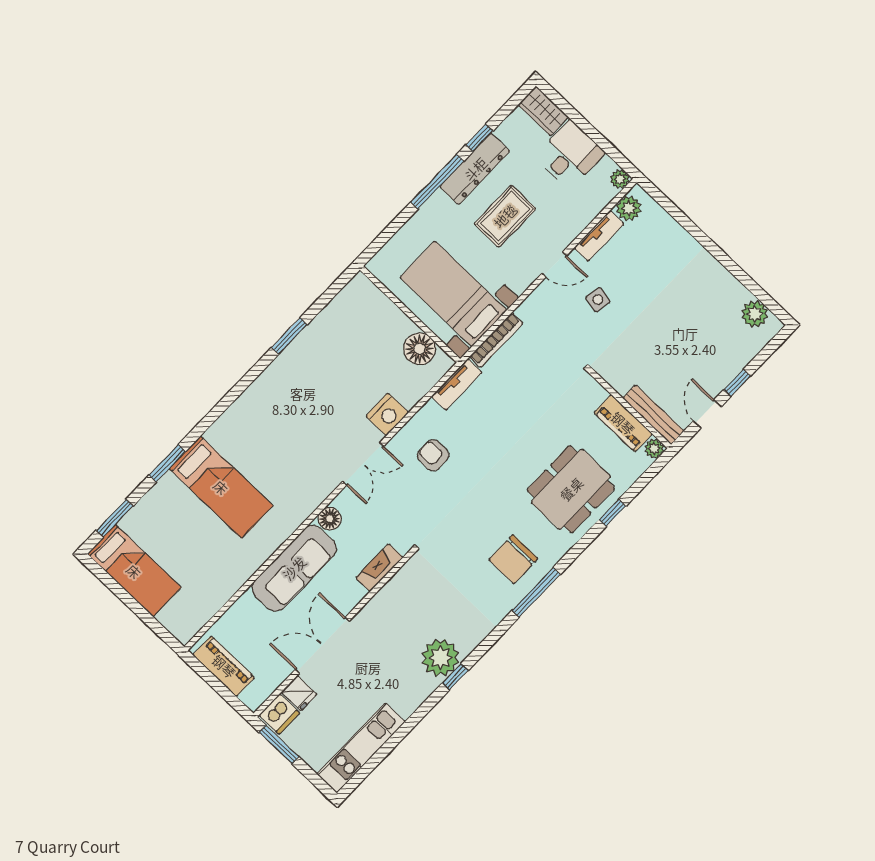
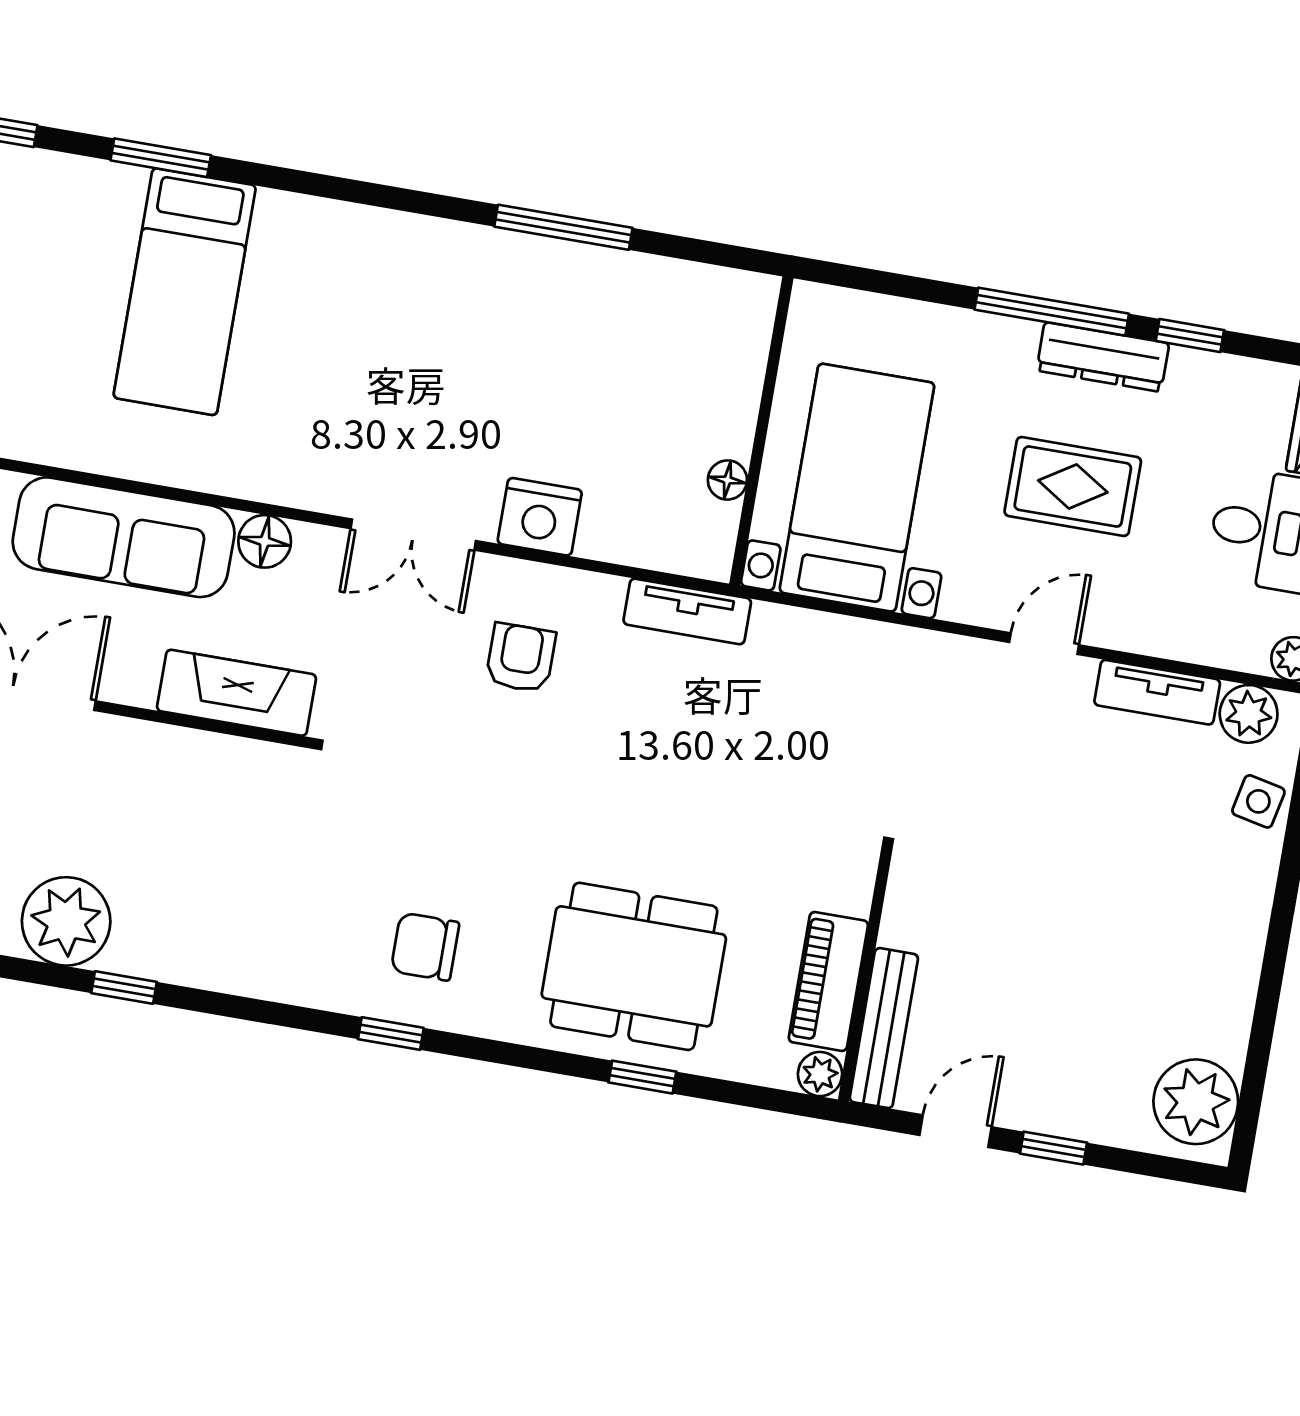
dresser: (475, 169) -> (1103, 357), width x0.73, depth x0.80
door: (554, 265) -> (1044, 644), swing flipped
side table: (598, 300) -> (1258, 801), moved
plant: (755, 314) -> (1196, 1102), width x1.36, depth x1.36
window: (289, 336) -> (563, 227), width x1.44
bookcase: (496, 340) -> (824, 630), removed
floor lamp: (420, 349) -> (727, 480), width x0.53, depth x0.53
chair: (513, 559) -> (425, 947), width x0.73, depth x0.73
fireplace: (379, 568) -> (237, 693), width x1.37, depth x1.32
window: (536, 592) -> (391, 1034), width x0.46
plant: (440, 658) -> (66, 921), moved

